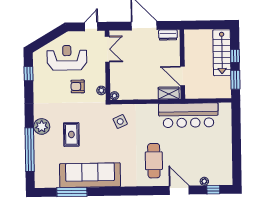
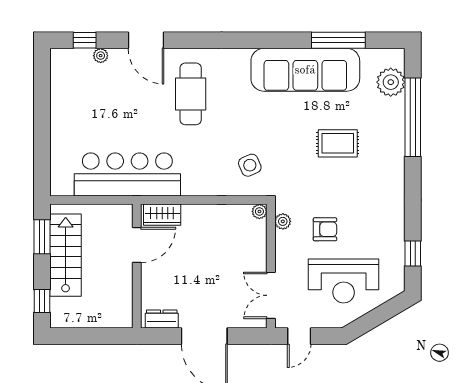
stairs: (222, 53) -> (66, 255), moved
window: (235, 56) -> (42, 301), moved
door: (183, 76) -> (137, 245), hinge flipped
plant: (42, 126) -> (391, 82), moved
rug: (71, 134) -> (338, 143), turned 90

